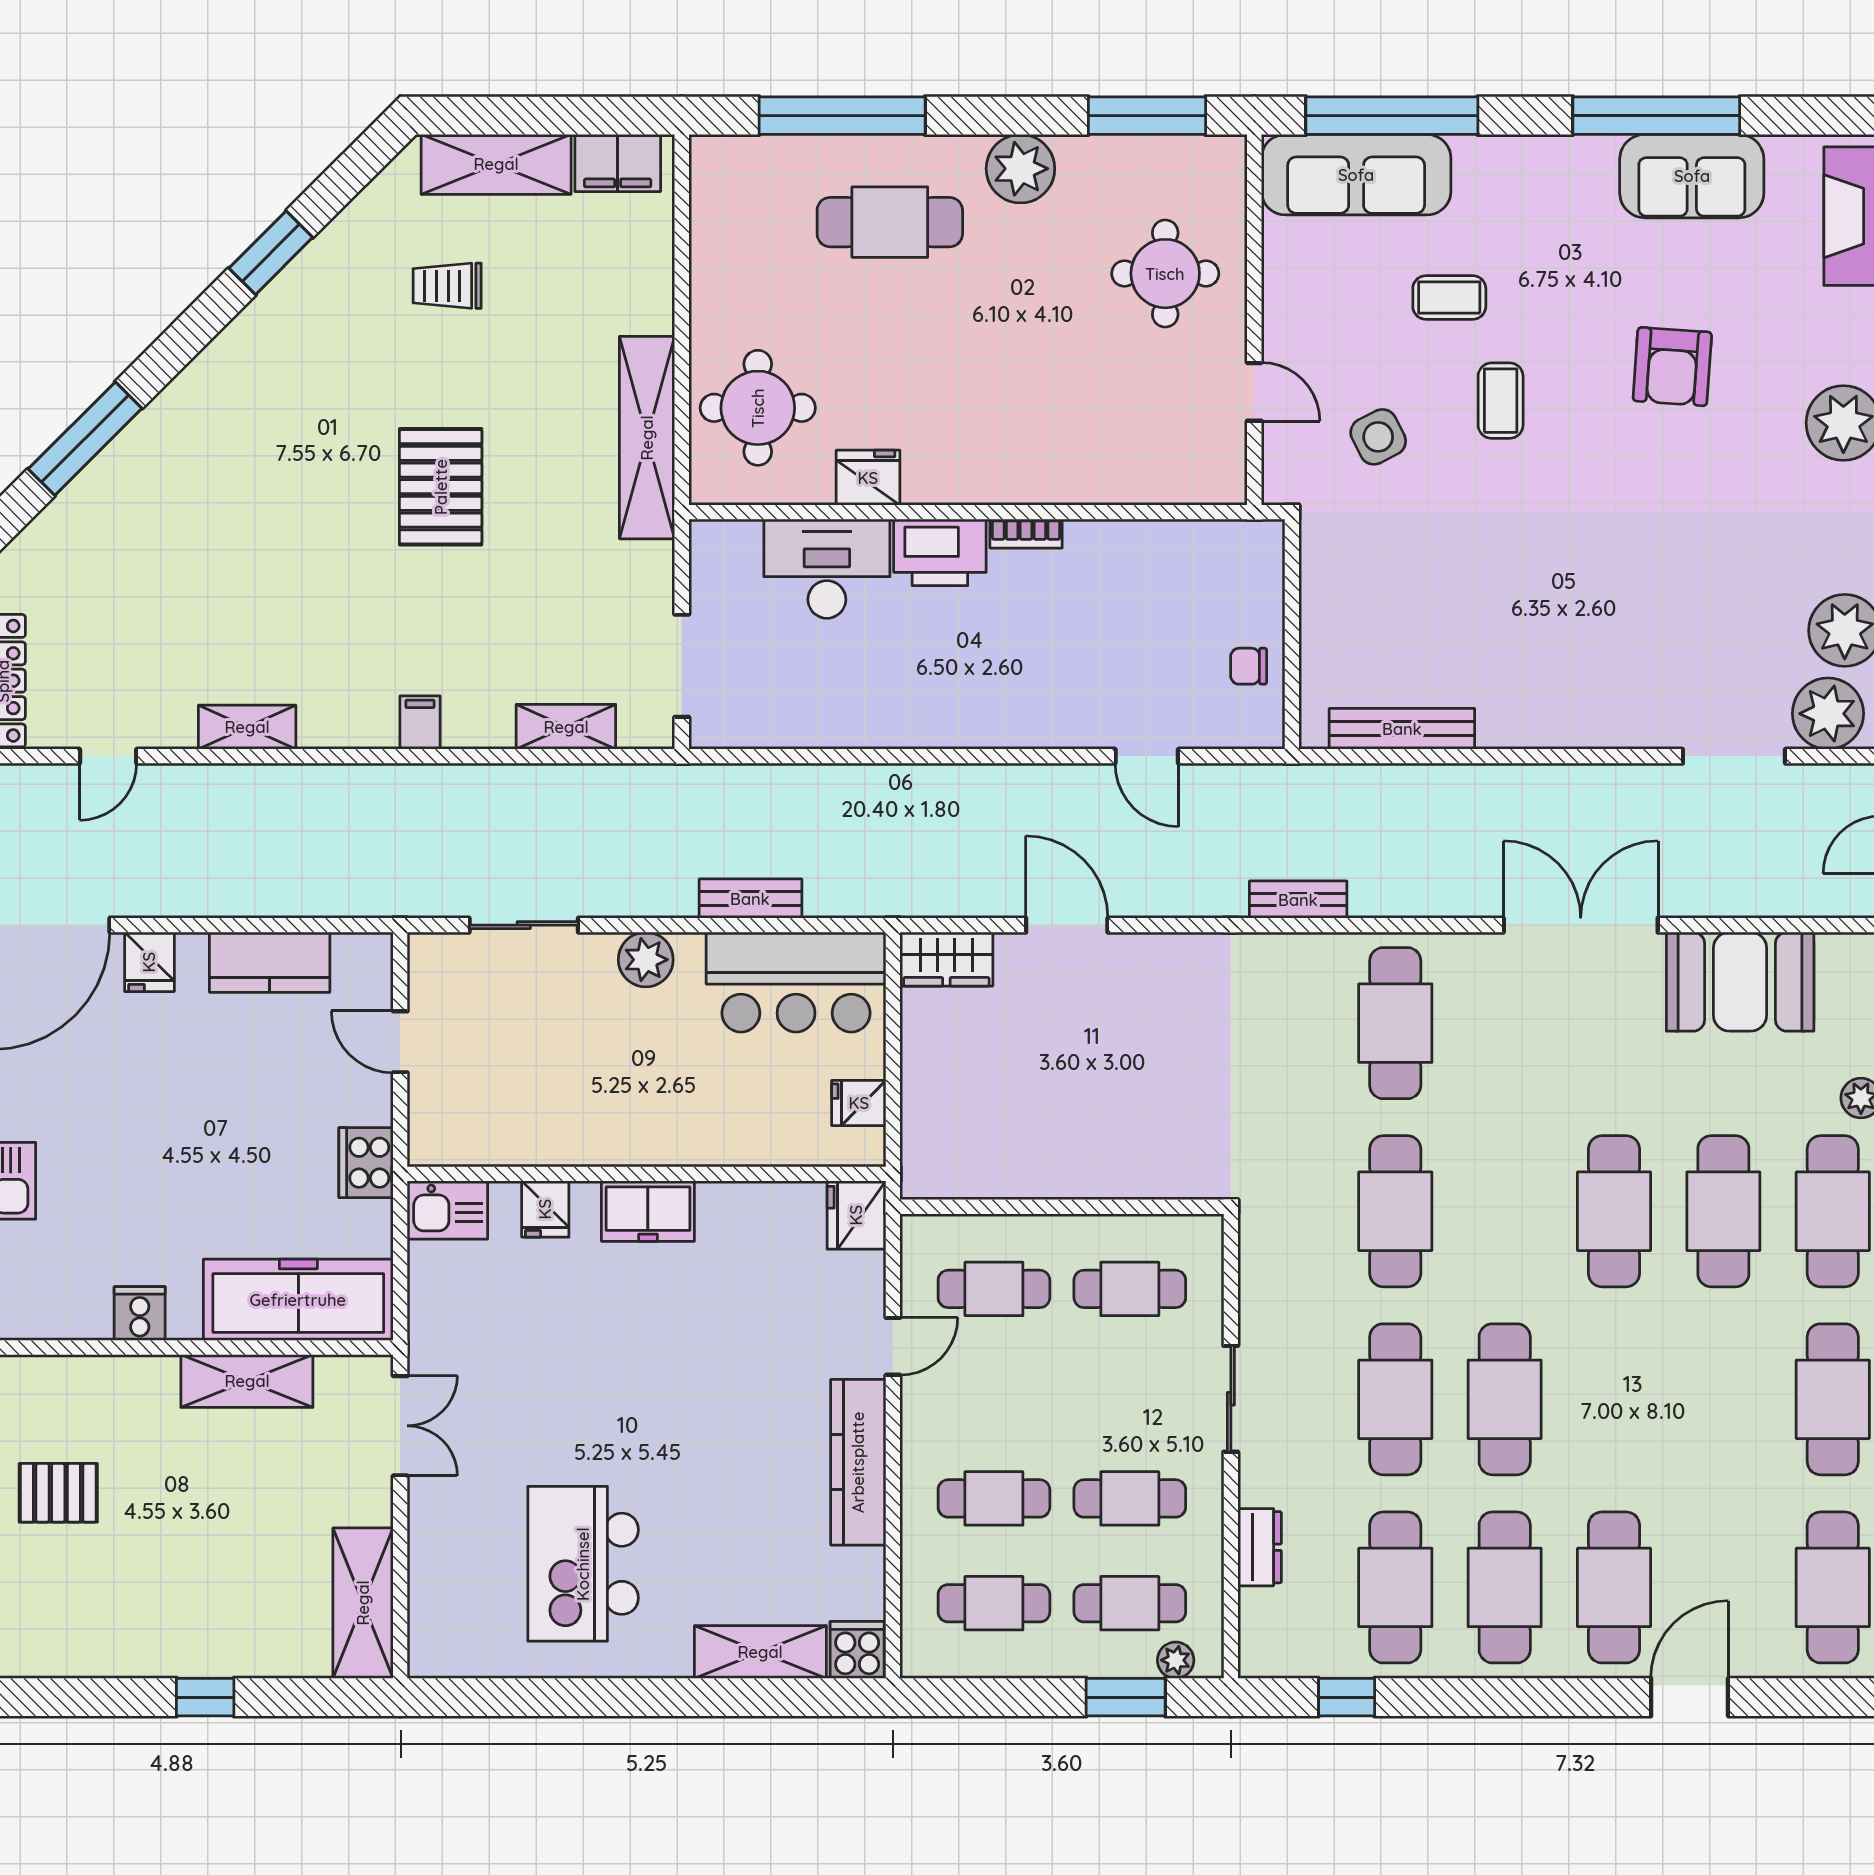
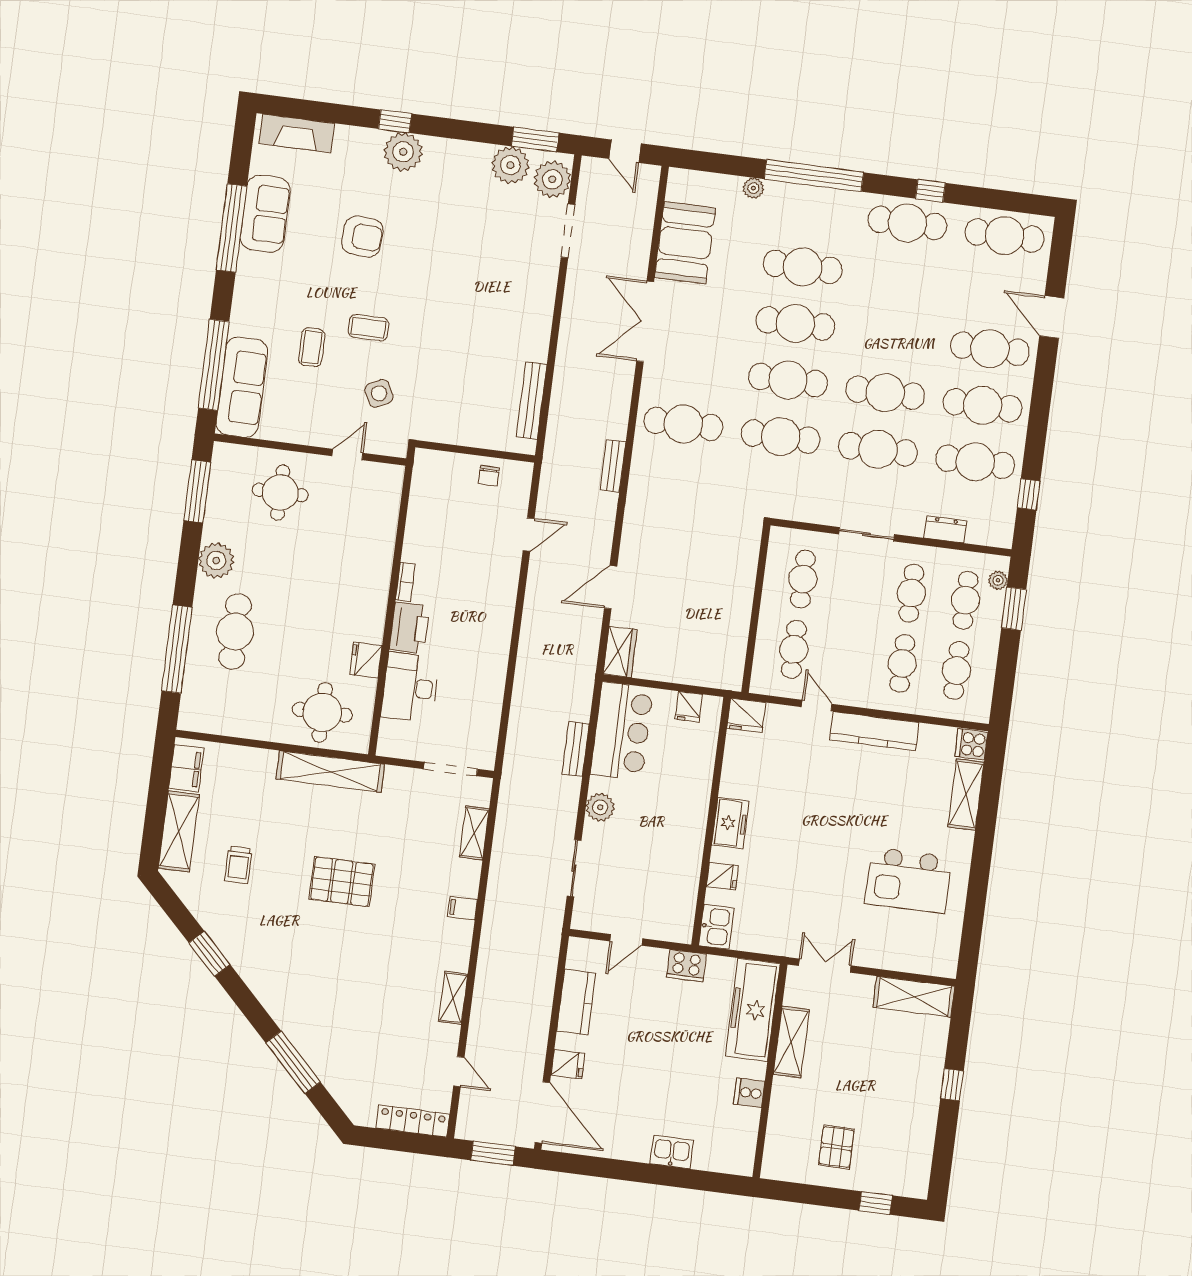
cafe table: (1833, 1211) -> (788, 380), moved

